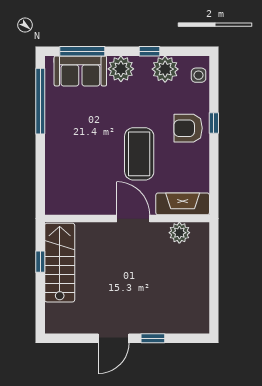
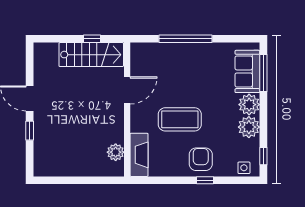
window: (150, 51) -> (263, 156), moved
plant: (165, 69) -> (249, 127), moved
window: (40, 101) -> (186, 39), moved
door: (133, 219) -> (127, 90), moved

